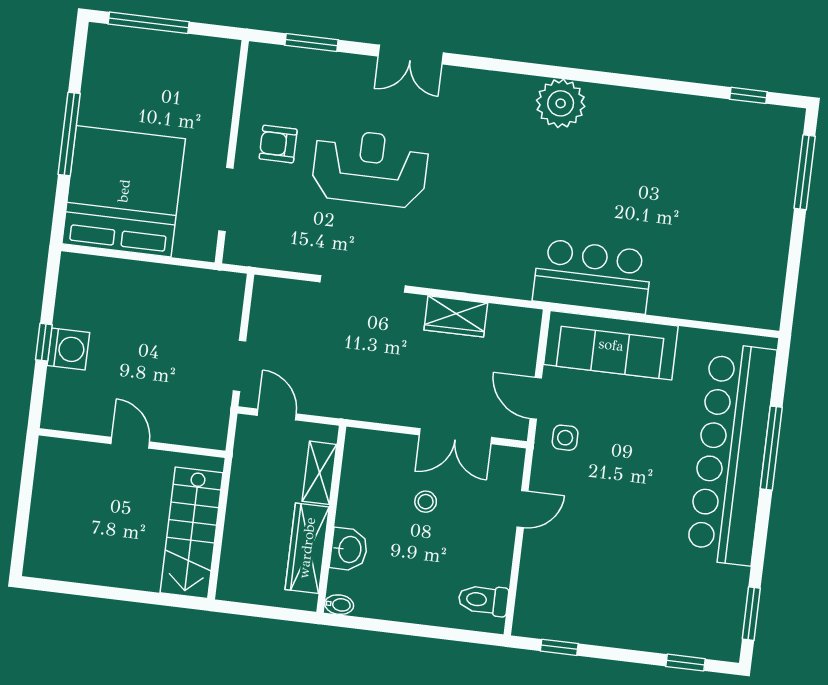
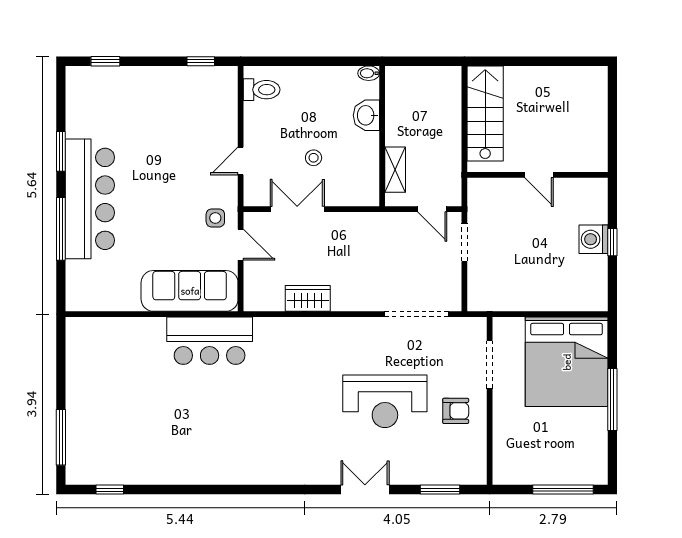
plant: (561, 103) -> (249, 467), removed
doorway: (363, 284) -> (416, 314), moved
bar counter: (732, 454) -> (90, 199), width x0.73
wardrobe: (307, 548) -> (398, 112), removed
window: (751, 614) -> (61, 151), moved

